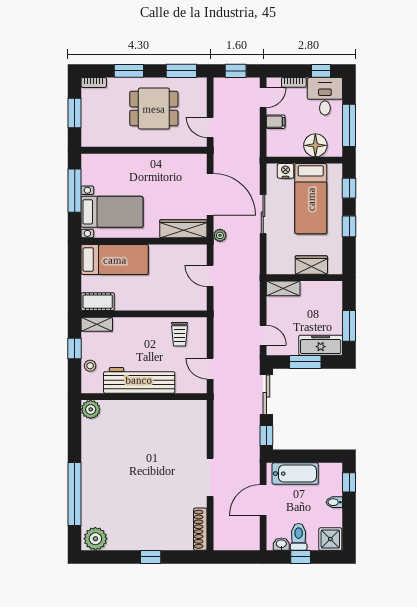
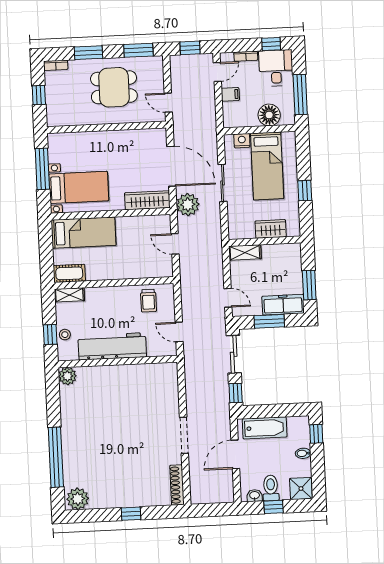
window: (75, 113) -> (39, 95), width x0.67
window: (349, 188) -> (303, 154), removed
plant: (220, 235) -> (188, 205), width x1.88, depth x1.88
window: (75, 349) -> (50, 335), moved

